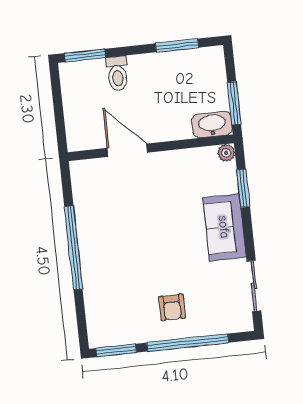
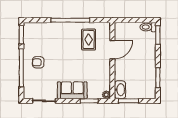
toilet: (117, 74) -> (148, 27), moved
rug: (111, 204) -> (89, 40), added

